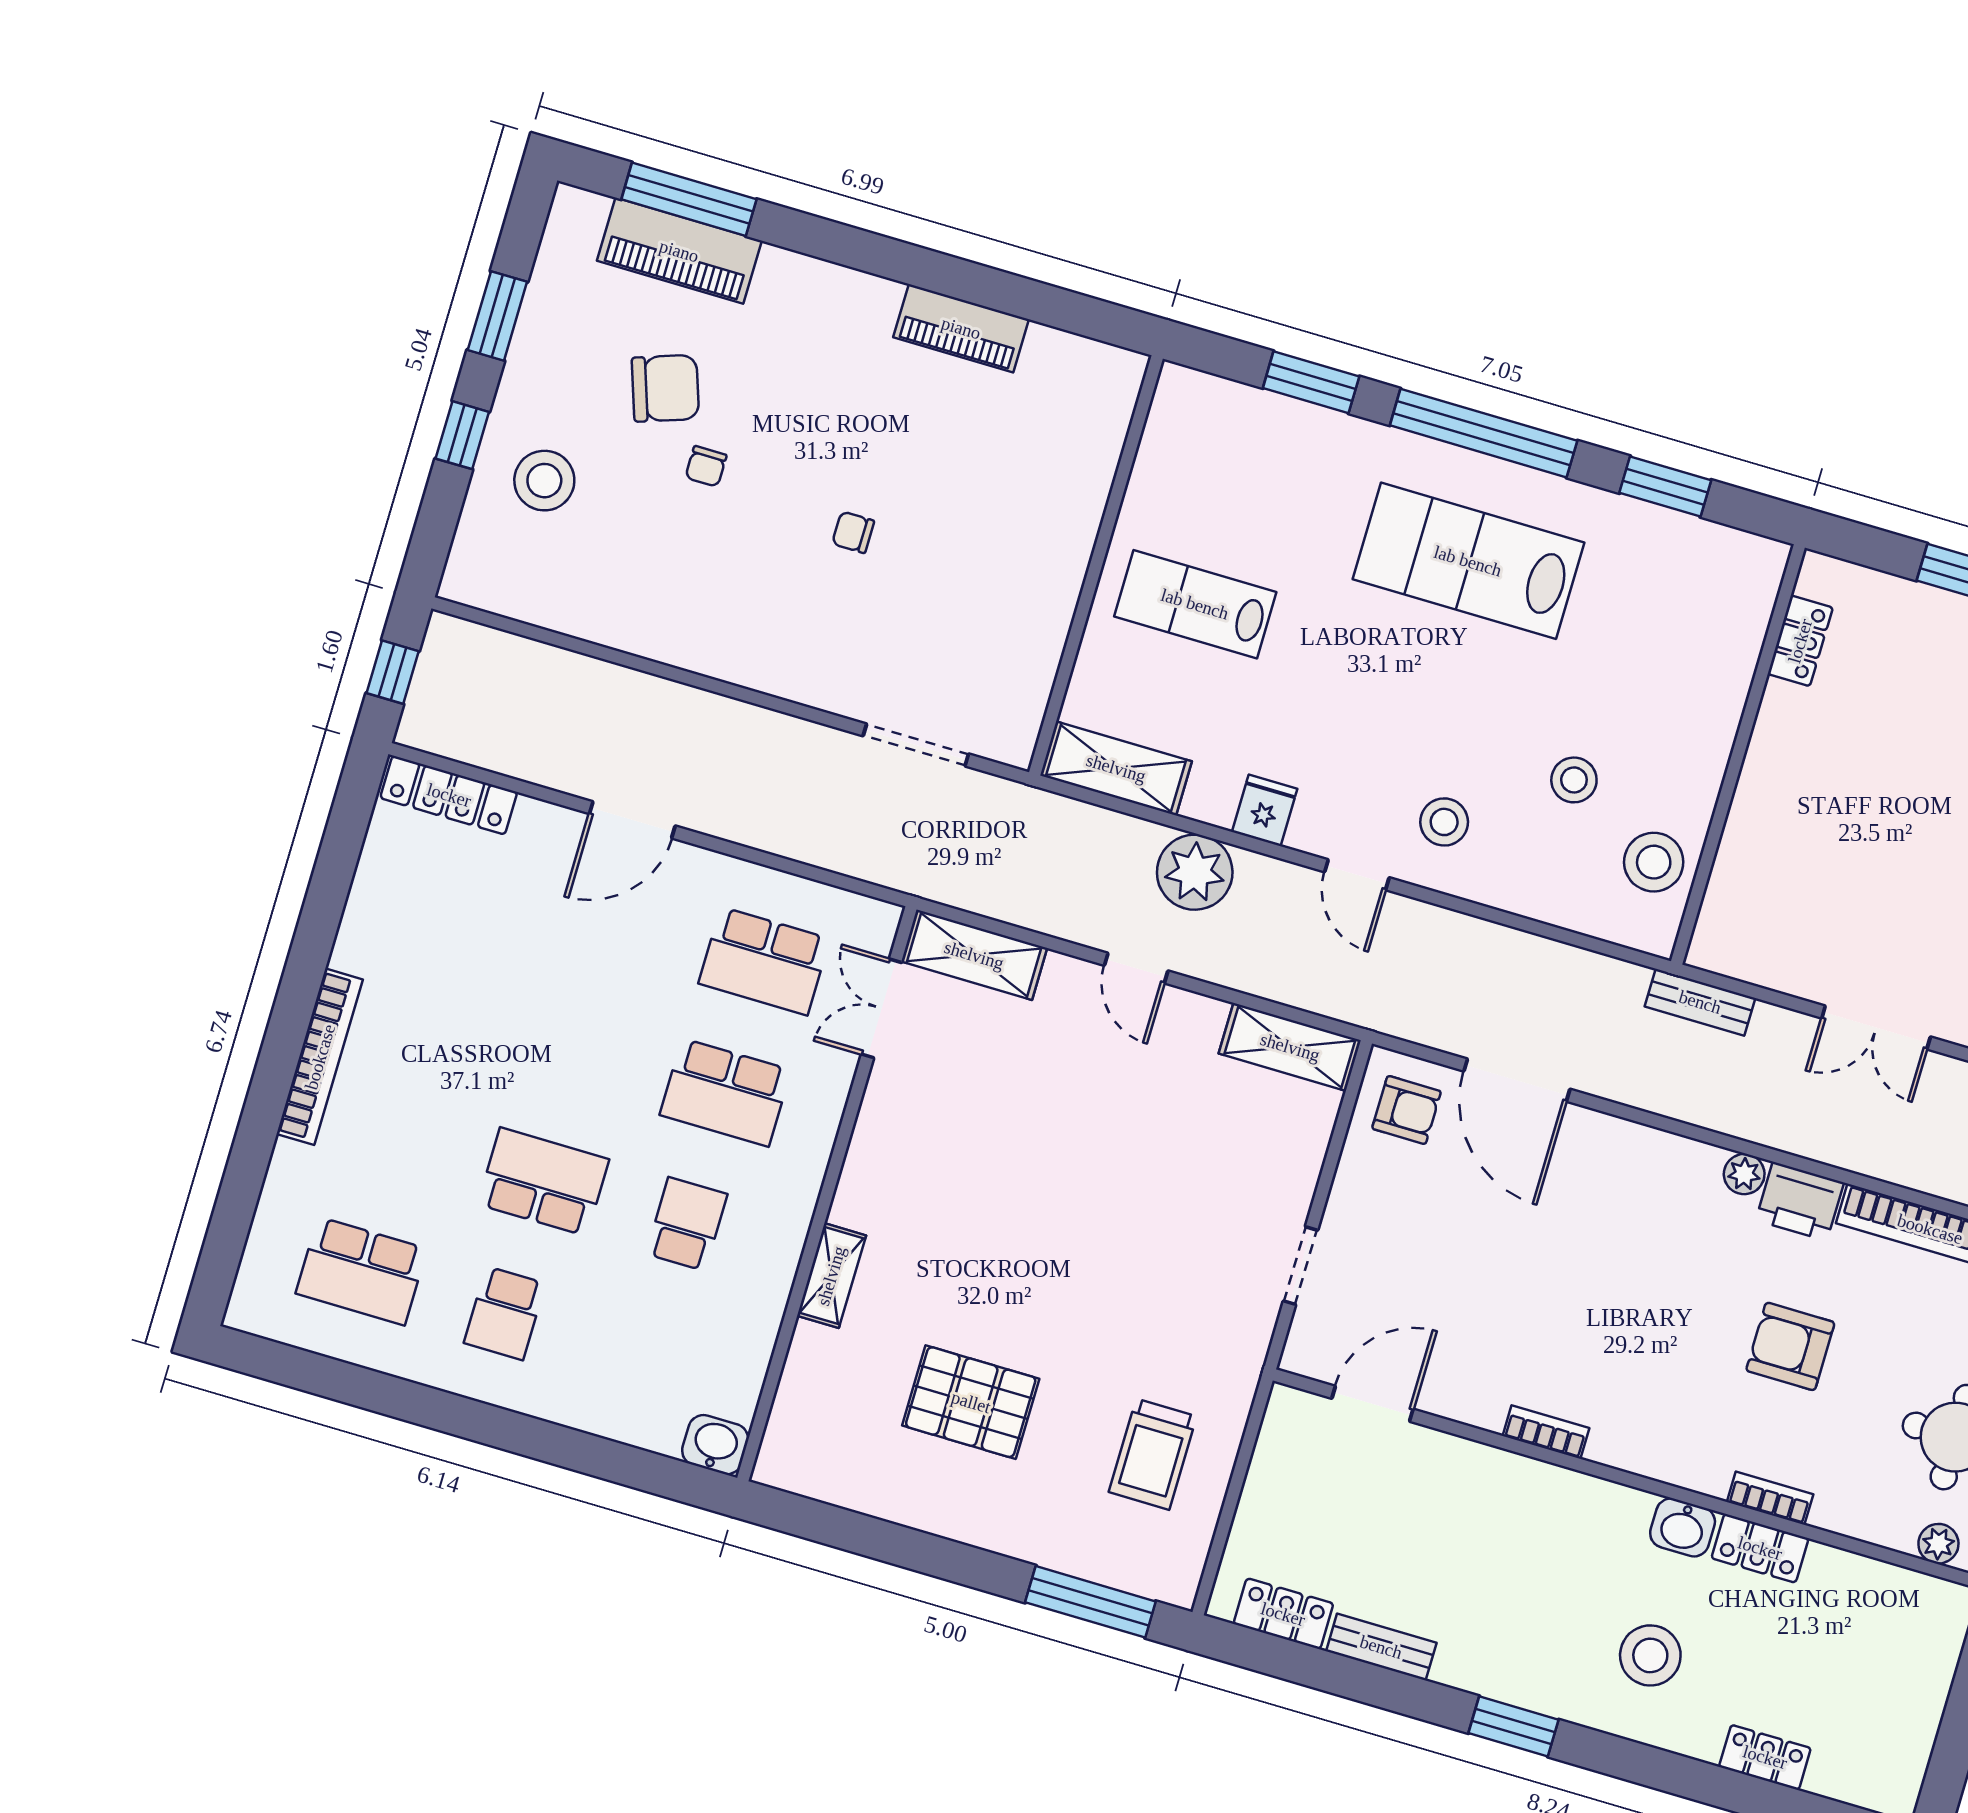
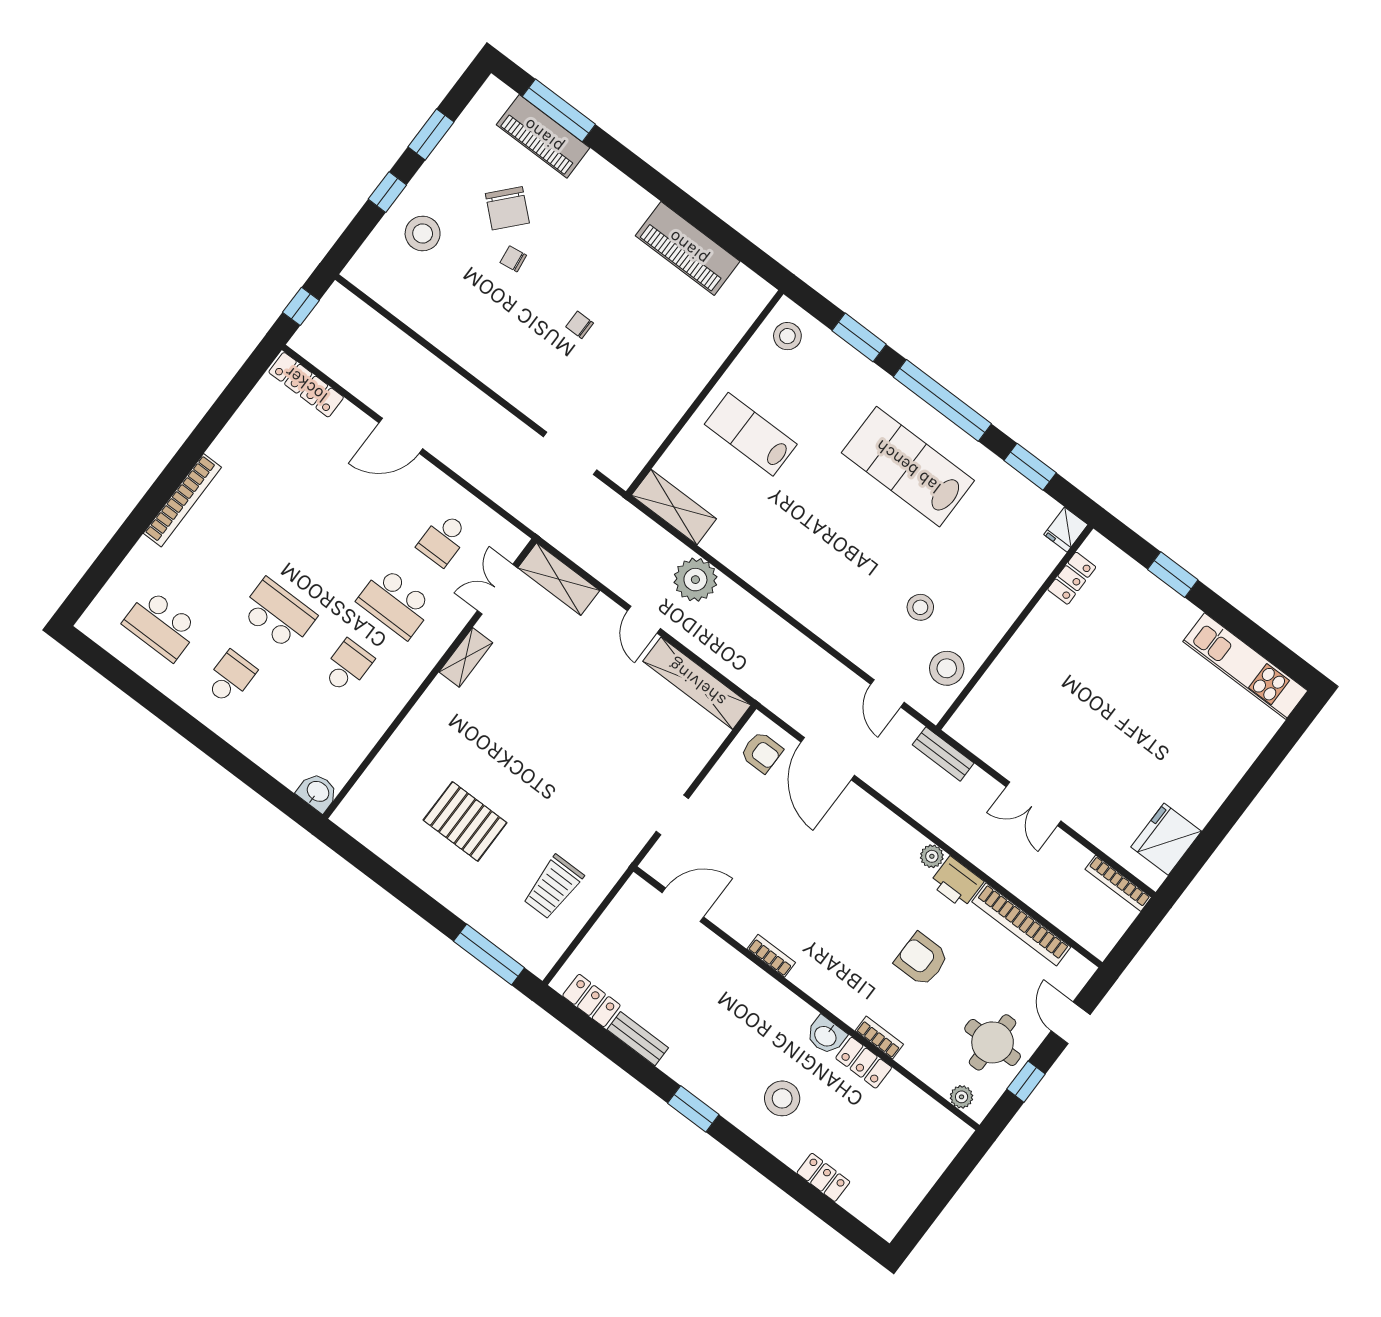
piano: (961, 328) -> (688, 248), width x1.37, depth x1.33
chair: (665, 388) -> (507, 208), turned 61
chair: (706, 466) -> (513, 259), turned 82
fridge: (1265, 810) -> (1066, 530), moved, turned 180
stool: (1444, 822) -> (787, 336), moved
door: (1357, 875) -> (887, 693), moved
school desk: (764, 961) -> (443, 539), width x0.54
shelving: (1290, 1047) -> (697, 683), width x1.47
shelving: (831, 1276) -> (466, 657), moved
school desk: (505, 1313) -> (230, 678), turned 180

